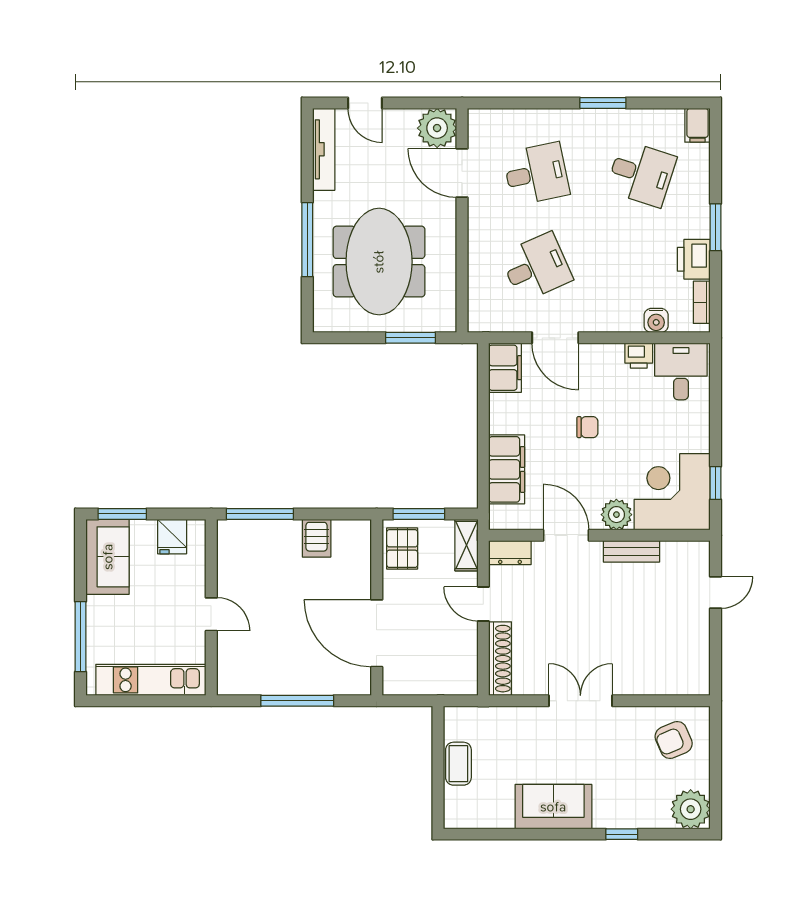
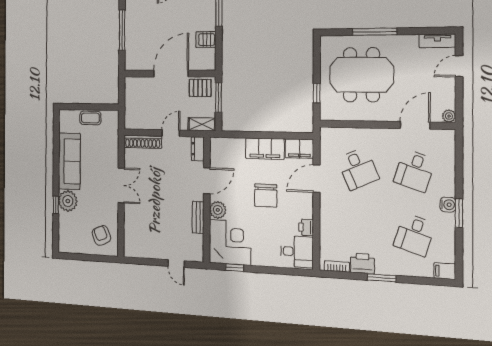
plant: (437, 128) -> (449, 116), width x0.53, depth x0.53
tv unit: (324, 149) -> (437, 41), width x0.71
desk: (536, 174) -> (415, 171), turned 30
water cooler: (656, 320) -> (448, 205), moved, turned 180
window: (410, 338) -> (317, 93), width x0.67
chair: (587, 427) -> (266, 195), width x1.87, depth x1.87
filing cabinet: (507, 469) -> (265, 149), moved
door: (377, 633) -> (171, 74), moved
sofa: (553, 807) -> (69, 161), width x1.36
plant: (691, 809) -> (68, 201), moved

